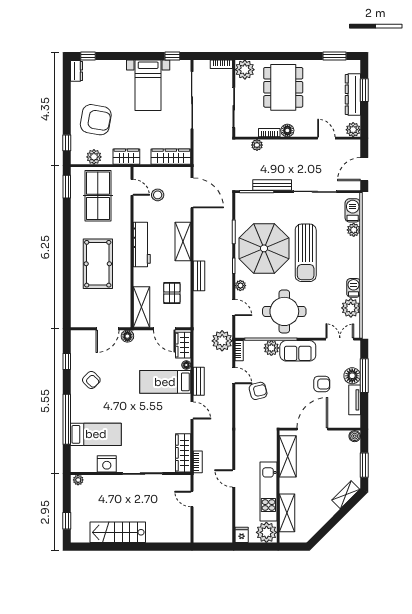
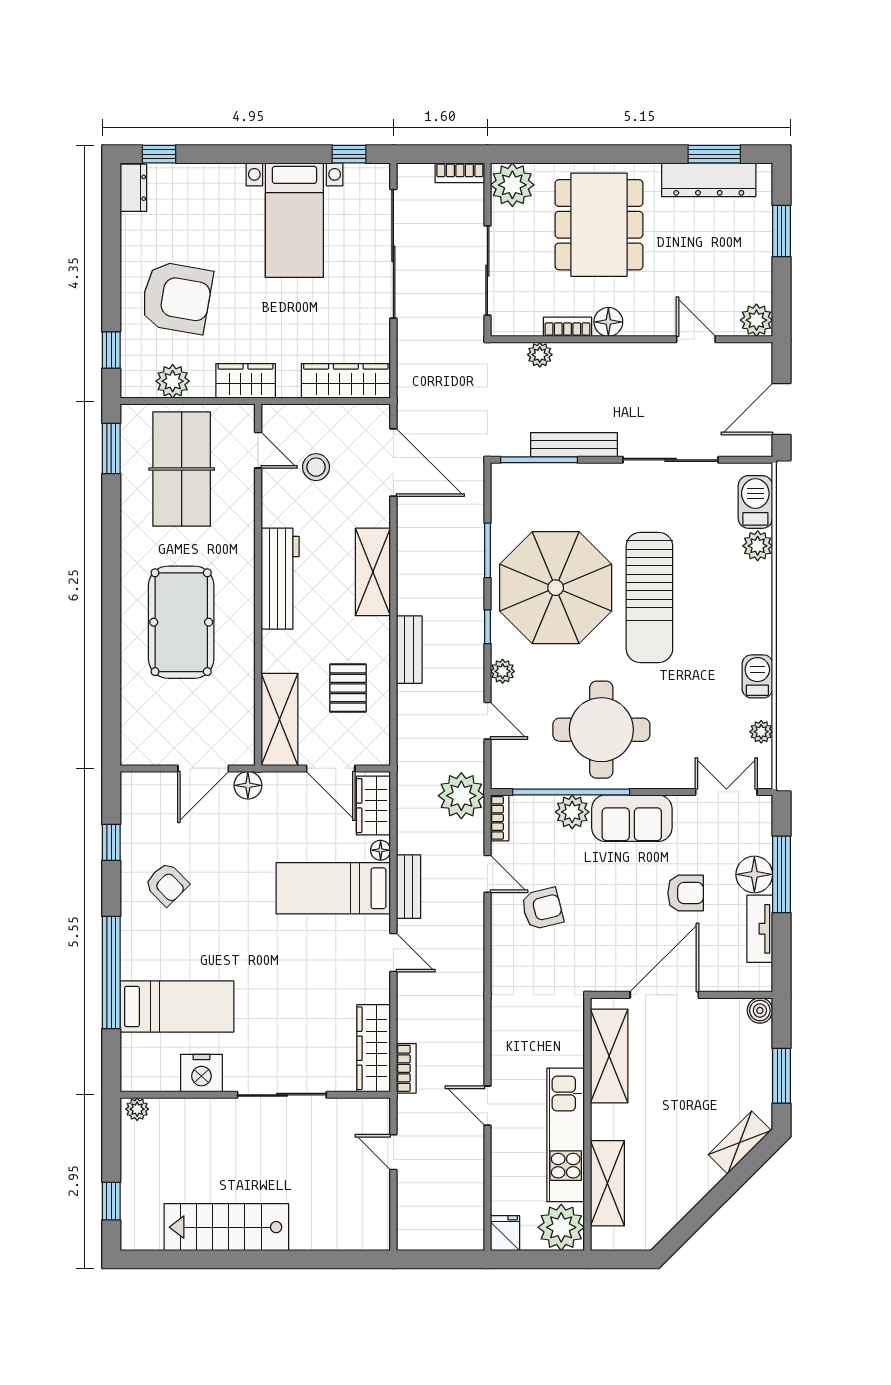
dresser: (353, 94) -> (709, 180), moved, turned -90
plant: (351, 308) -> (761, 732), width x0.53, depth x0.53

